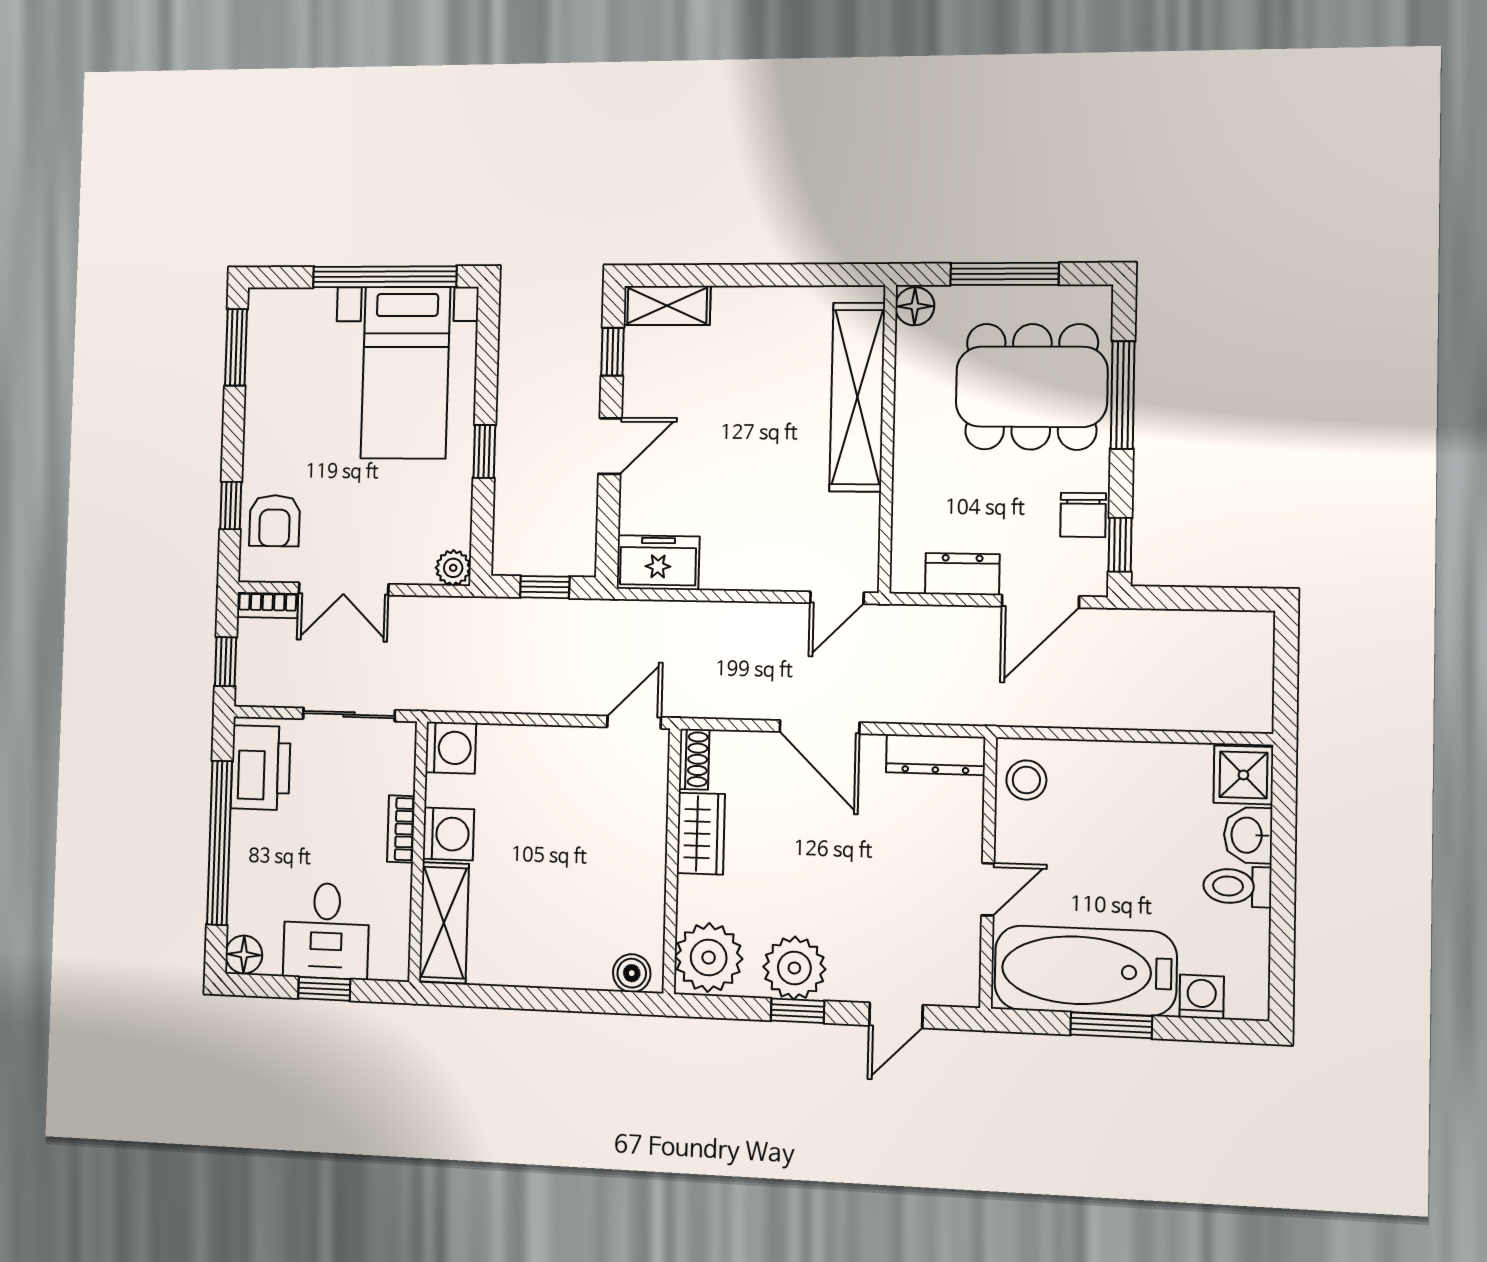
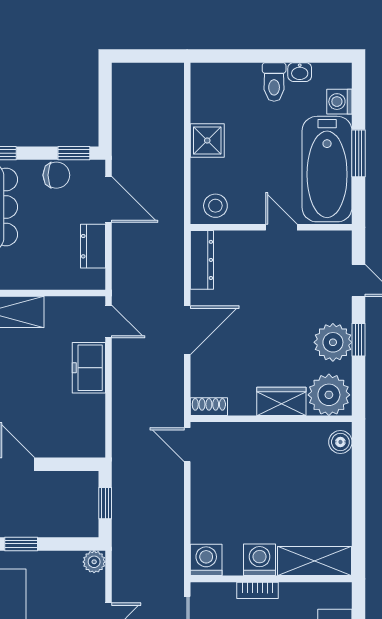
freezer: (658, 563) -> (89, 368), moved
shower: (1243, 775) -> (207, 141), moved
wardrobe: (701, 834) -> (281, 401), moved
washbasin: (1248, 835) -> (300, 72), moved, width x0.72, depth x0.69

